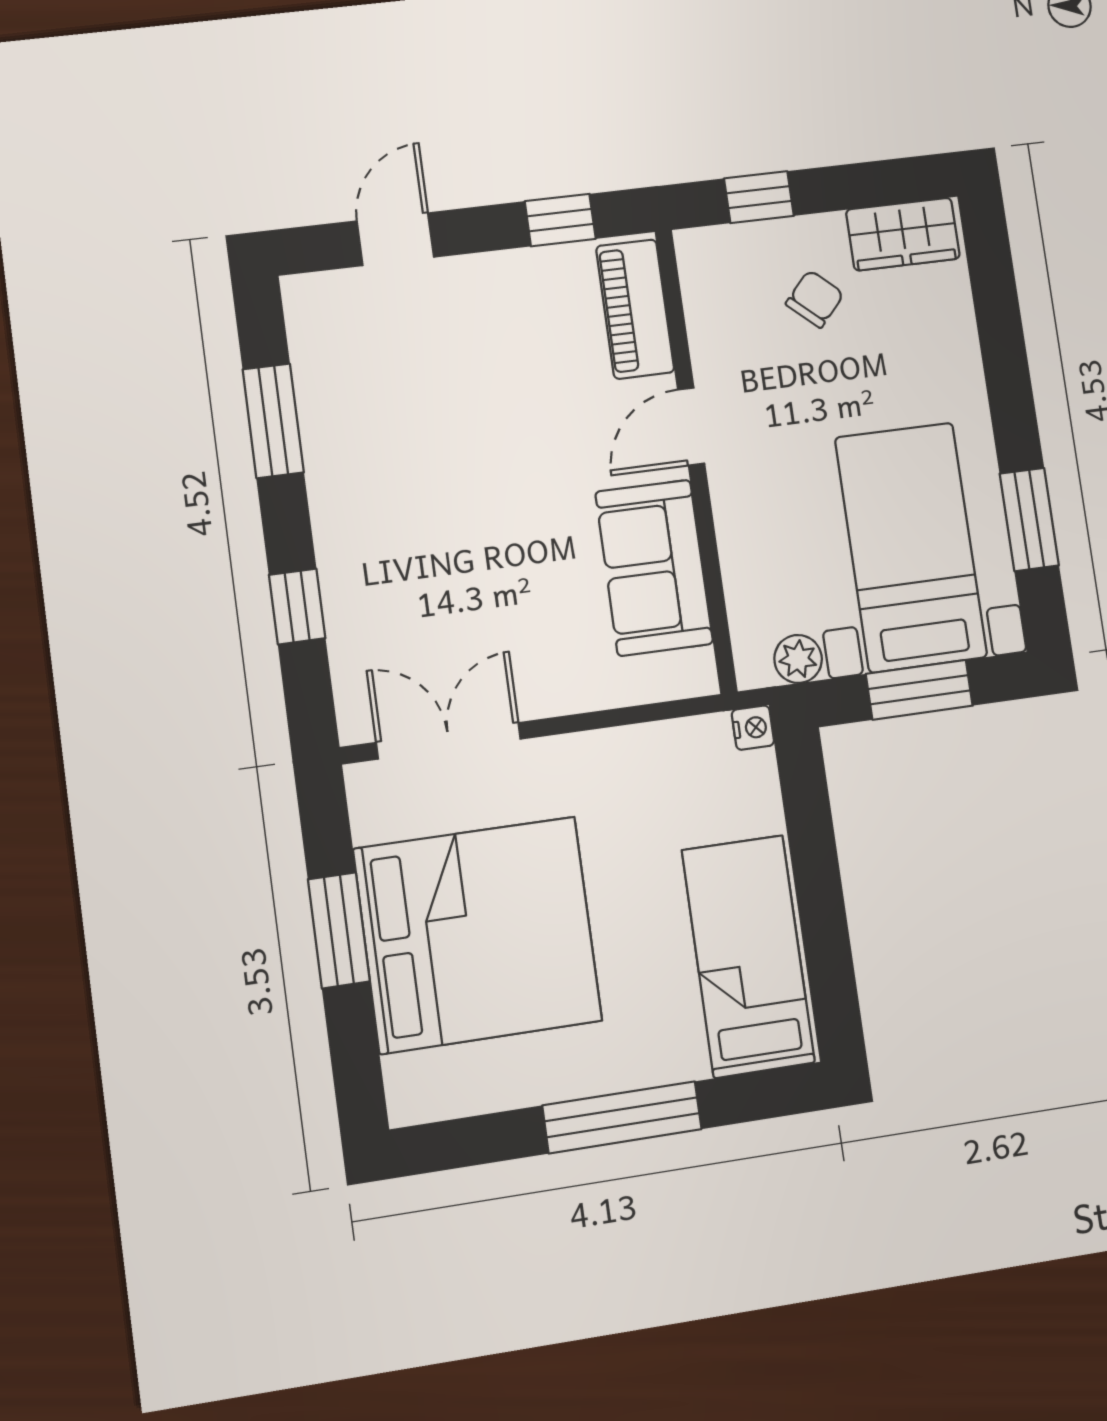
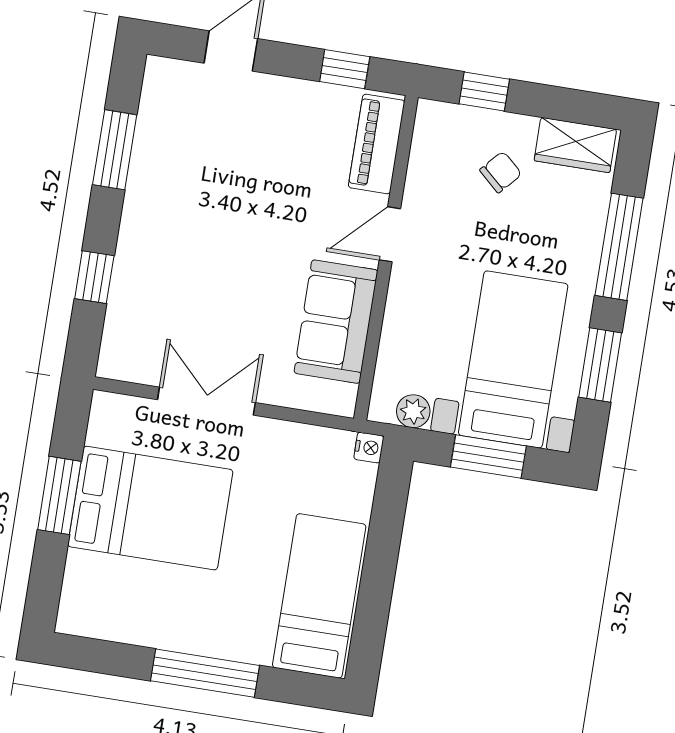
window: (1004, 353) -> (619, 247), added
double door: (448, 741) -> (206, 401), moved
bed: (478, 935) -> (150, 508), width x0.73

